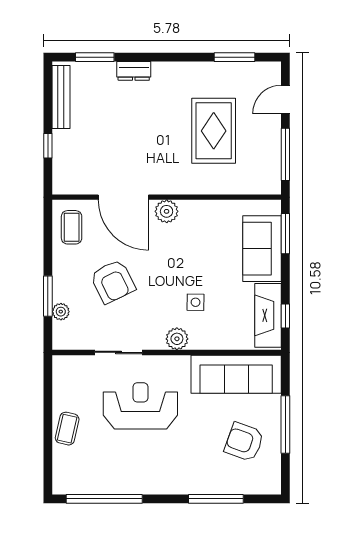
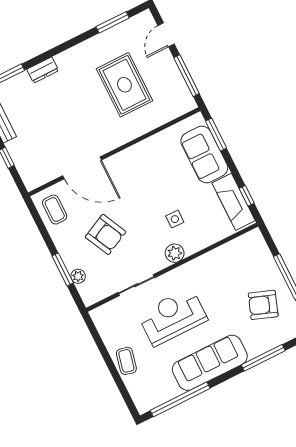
plant: (167, 211) -> (119, 162), removed
sofa: (236, 374) -> (210, 363), moved, turned 180

